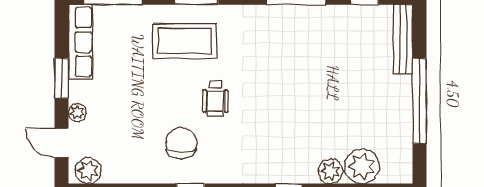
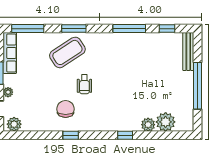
coffee table: (185, 41) -> (67, 52), turned -33

